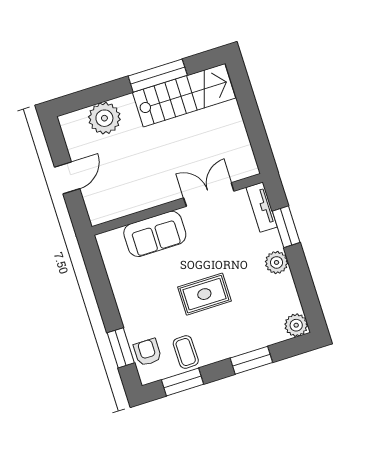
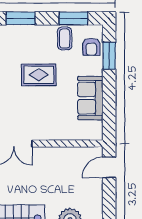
door: (67, 178) -> (109, 167), moved
sofa: (155, 234) -> (90, 98), moved, turned -90

